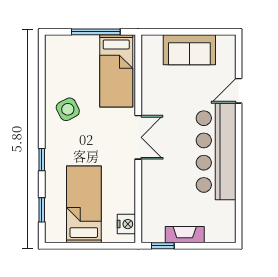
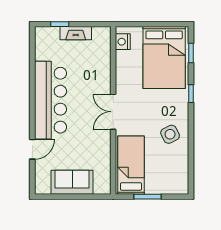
window: (96, 32) -> (148, 197), width x0.69
bed: (84, 204) -> (164, 57), width x1.50
window: (163, 246) -> (60, 24), moved

